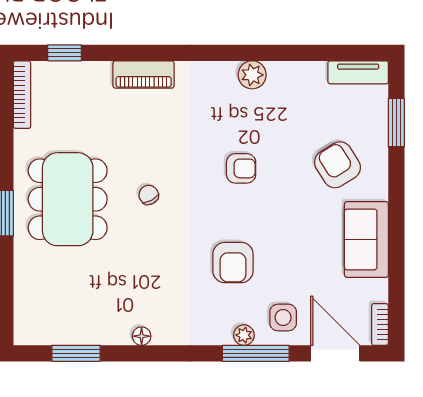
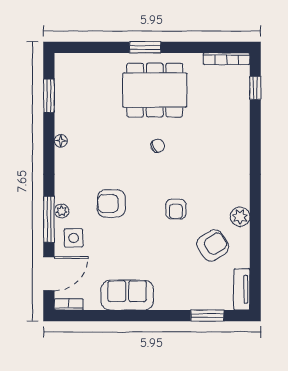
piano: (144, 74) -> (240, 142), removed
armchair: (337, 165) -> (213, 245), moved

